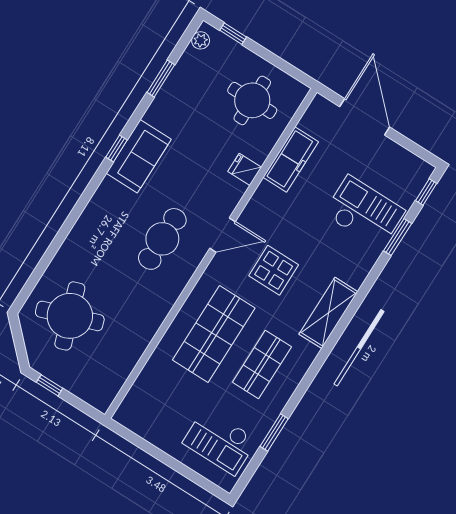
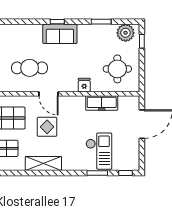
plant: (201, 40) -> (126, 33), width x1.87, depth x1.87

